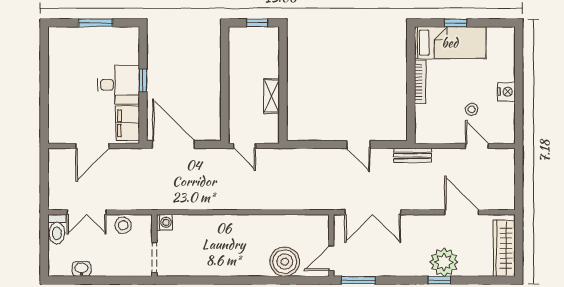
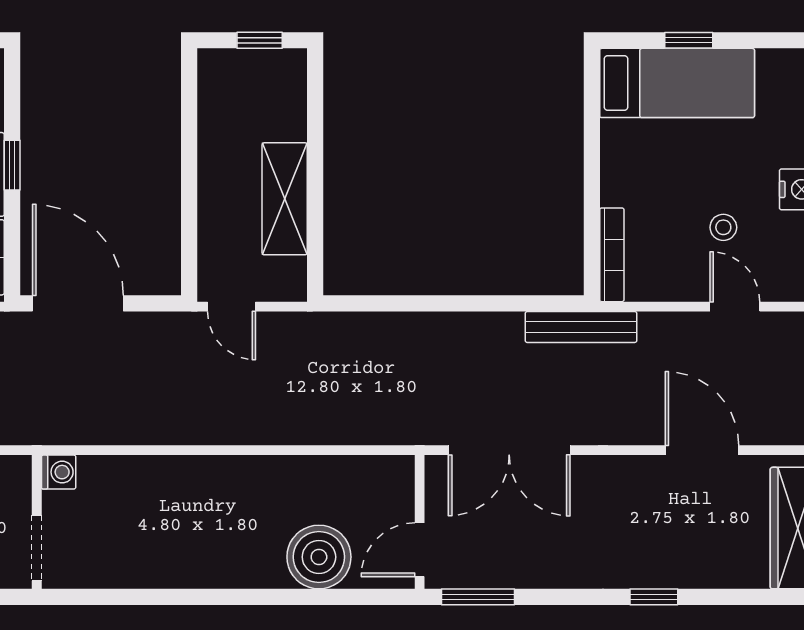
bookcase: (420, 82) -> (612, 255), moved
shelving: (272, 96) -> (285, 199), width x1.50, depth x1.33
door: (358, 144) -> (478, 303), removed
bench: (413, 155) -> (581, 327), width x1.36
plant: (444, 262) -> (664, 558), removed

